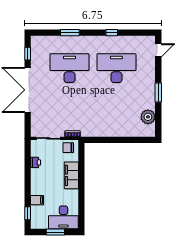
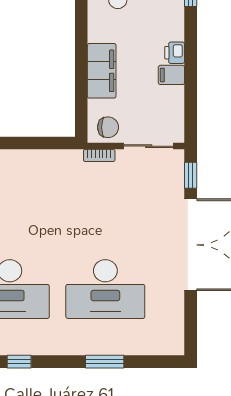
window: (28, 54) -> (191, 175), moved
printer: (35, 162) -> (175, 53), moved
filing cabinet: (37, 200) -> (171, 75), moved

